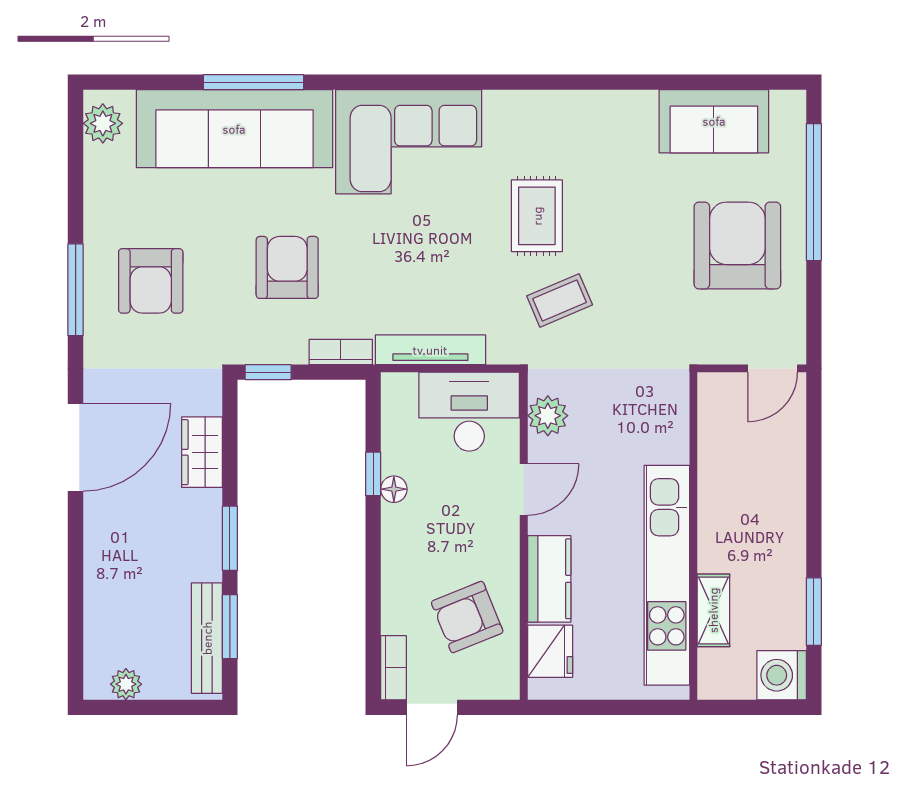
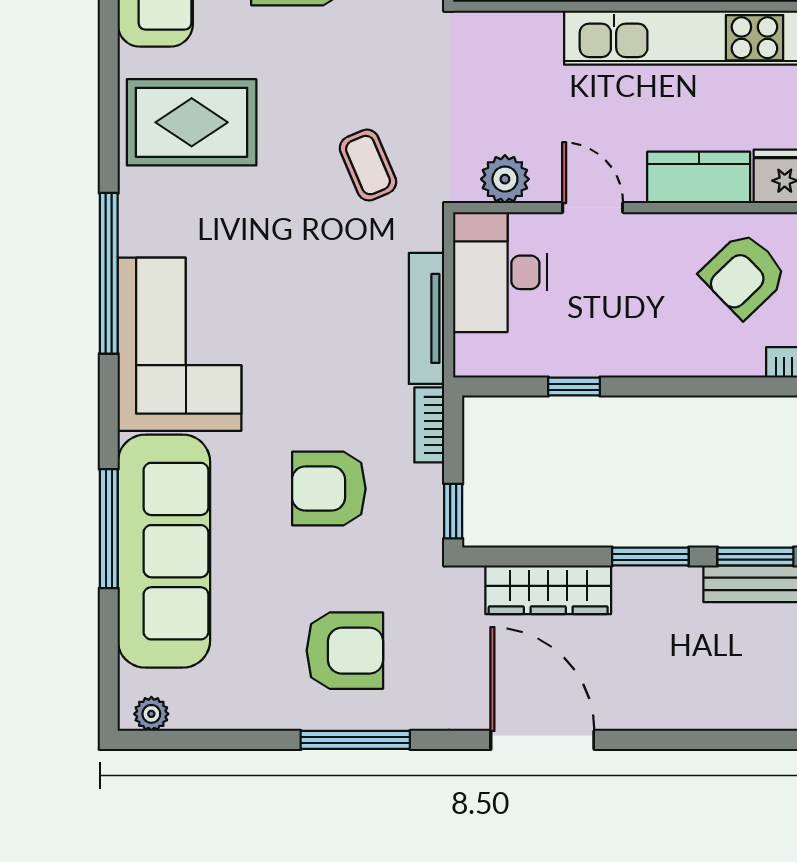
window: (468, 82) -> (109, 273), added
plant: (103, 123) -> (151, 714), width x0.73, depth x0.73
rug: (537, 216) -> (192, 122), moved, width x1.36, depth x1.43
wardrobe: (202, 452) -> (548, 590), width x1.50
floor lamp: (394, 489) -> (592, 362), removed
armchair: (467, 617) -> (744, 275), turned 68

